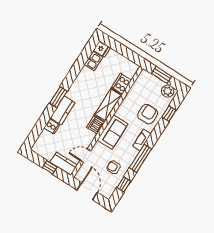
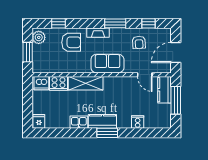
kitchen sink: (93, 61) -> (79, 122), moved
kitchen counter: (63, 110) -> (102, 121), moved
armchair: (148, 114) -> (71, 42), turned 180
dishwasher: (96, 125) -> (41, 83), moved
window: (140, 158) -> (115, 23), width x0.69
window: (50, 167) -> (176, 100), width x2.17

